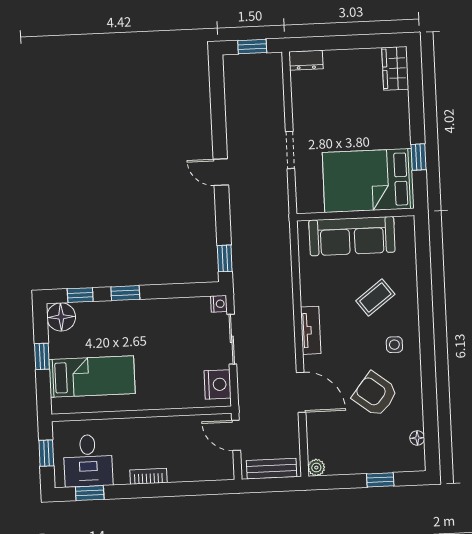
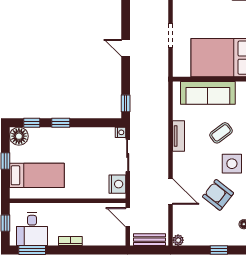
tv unit: (311, 330) -> (179, 136), moved
side table: (394, 345) -> (232, 164), width x1.87, depth x1.87
window: (90, 493) -> (32, 250), width x1.50

